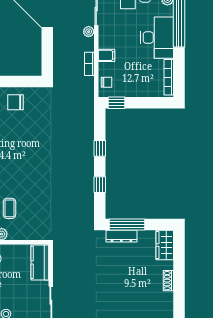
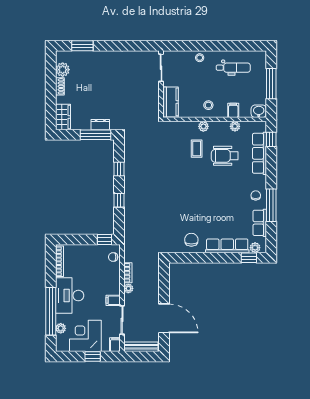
plant: (89, 32) -> (128, 288), moved
filing cabinet: (106, 55) -> (113, 300), moved
chair: (16, 102) -> (191, 240), turned -90
dresser: (121, 236) -> (100, 125), width x0.70
plant: (165, 300) -> (63, 70), added

